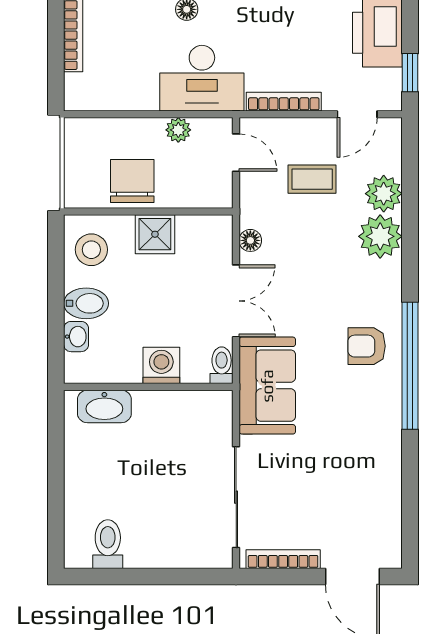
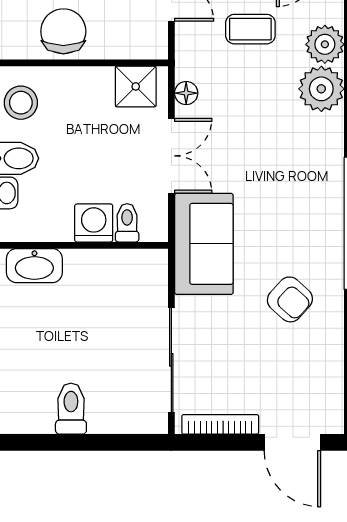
shower: (155, 234) -> (136, 86), moved
armchair: (367, 346) -> (290, 299), moved, turned -138
toilet: (222, 365) -> (127, 223), moved
toilet: (108, 544) -> (71, 409), moved

